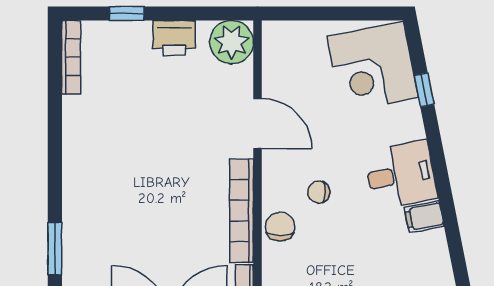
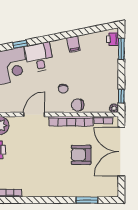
desk: (401, 175) -> (39, 57), moved
armchair: (162, 235) -> (81, 155), added

